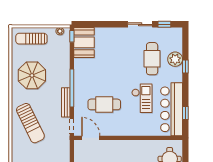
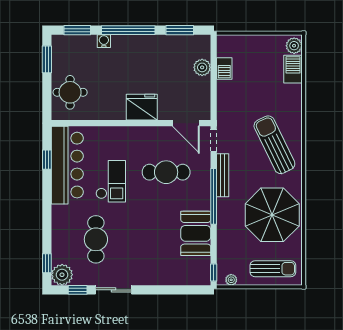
booth: (84, 42) -> (196, 233), moved
plant: (175, 59) -> (62, 275), moved
window: (185, 66) -> (47, 263), moved
parasol: (32, 75) -> (272, 215), width x1.36, depth x1.36
checkout: (142, 98) -> (111, 181), turned 180
fridge: (121, 149) -> (142, 107), added

